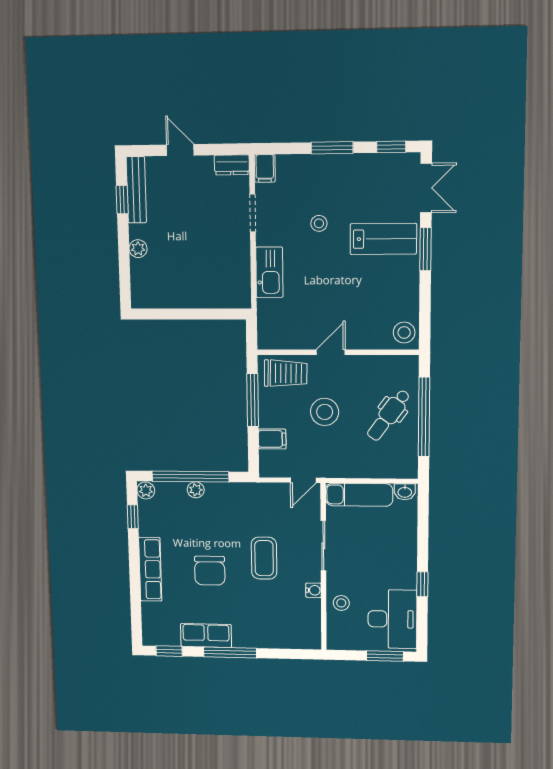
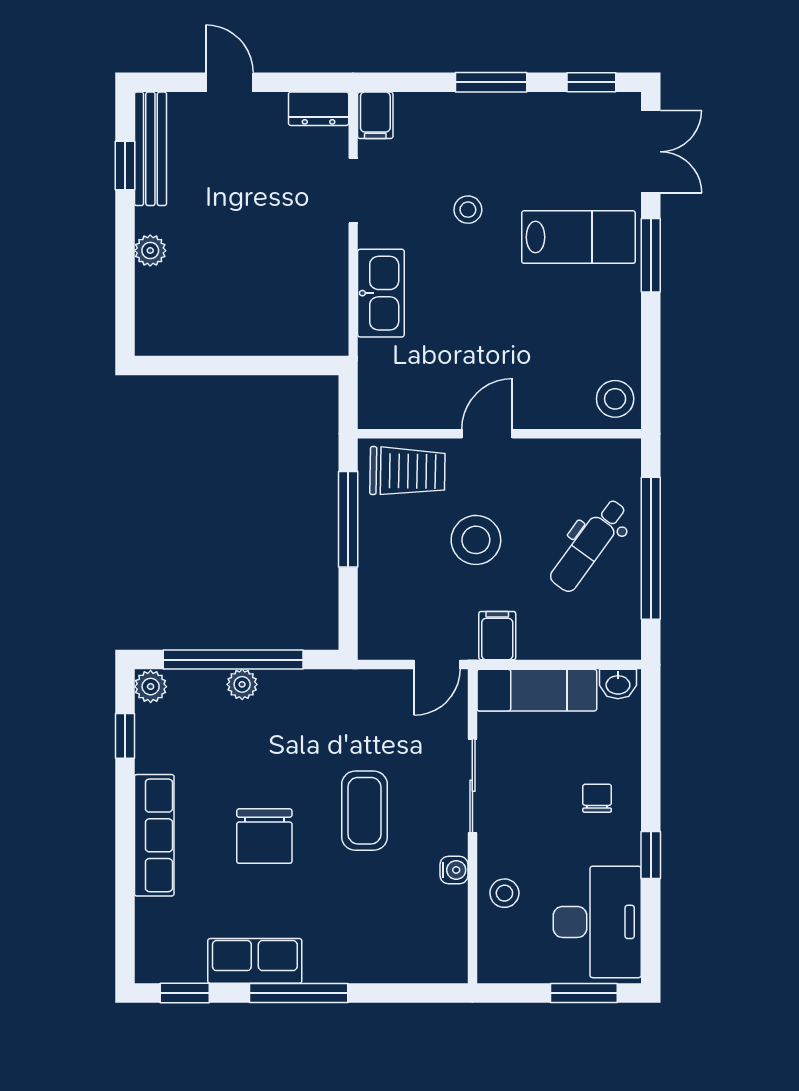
filing cabinet: (272, 439) -> (497, 636), moved, turned -90
chair: (393, 553) -> (597, 798), added

